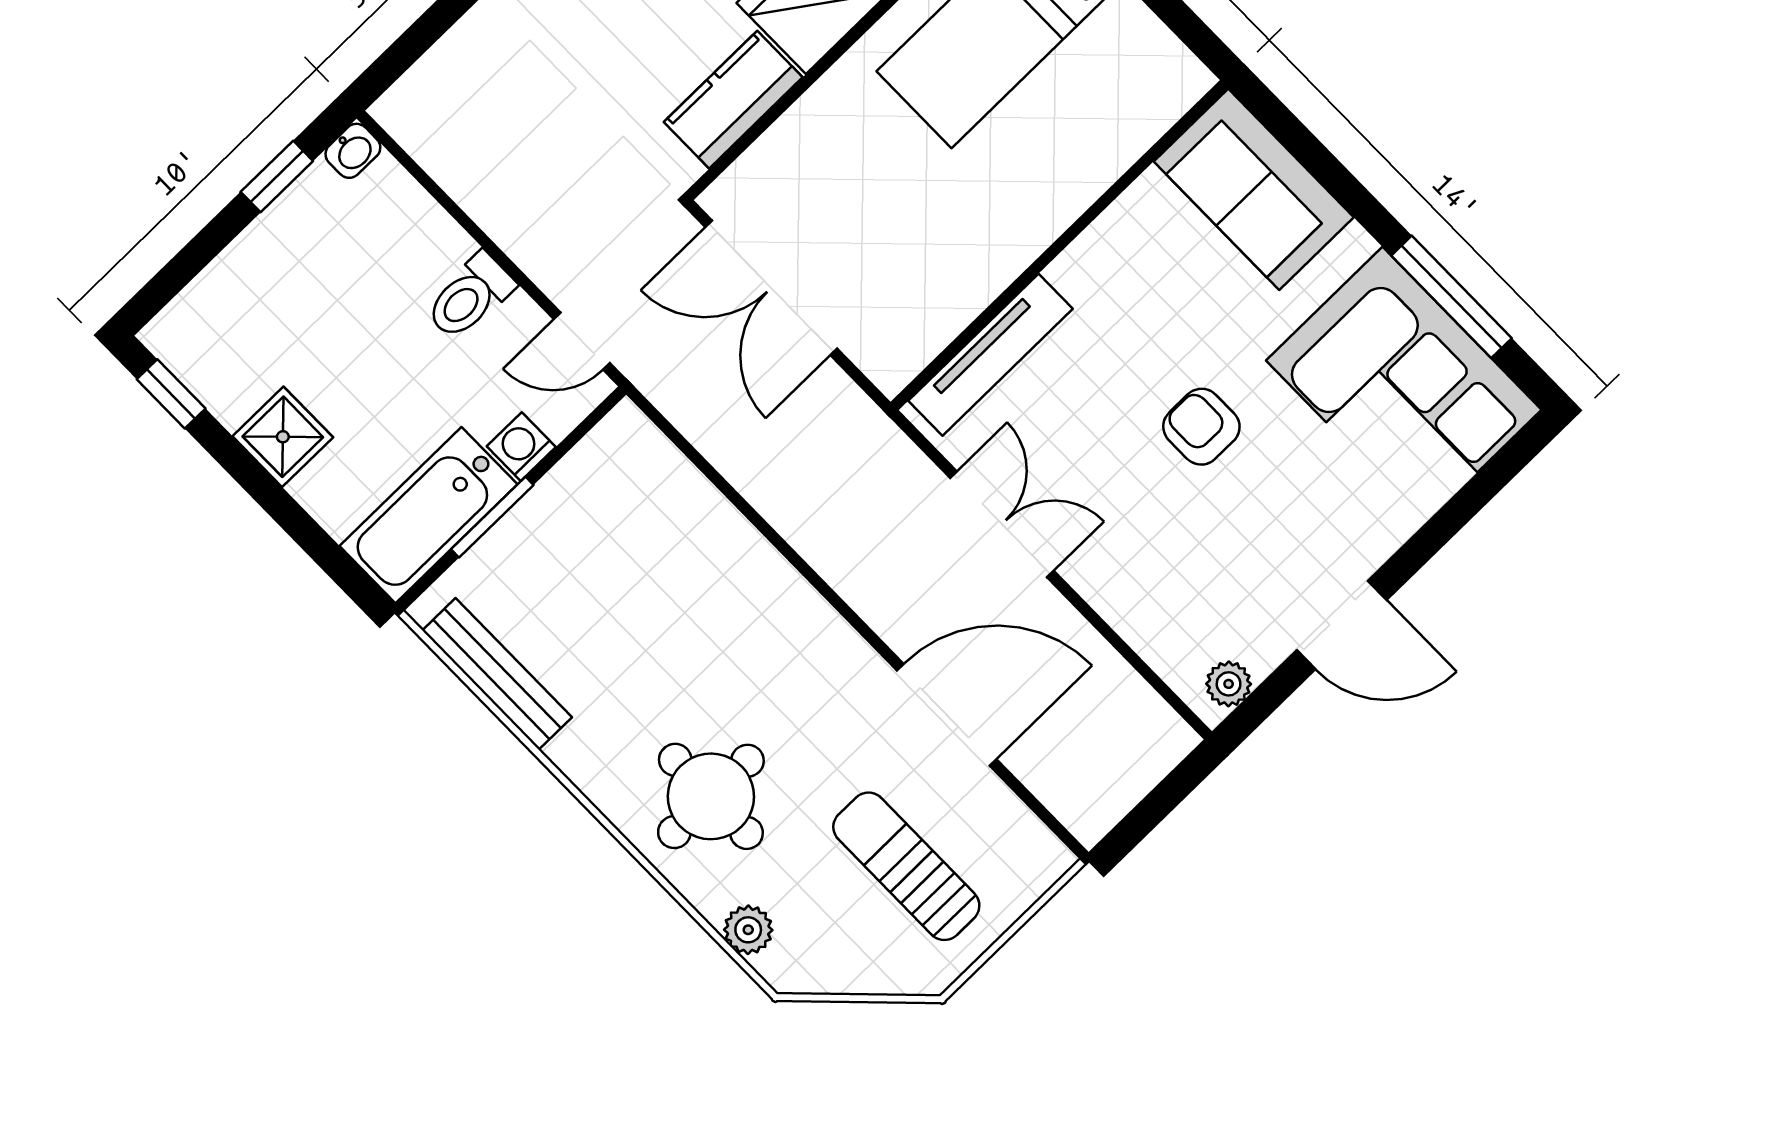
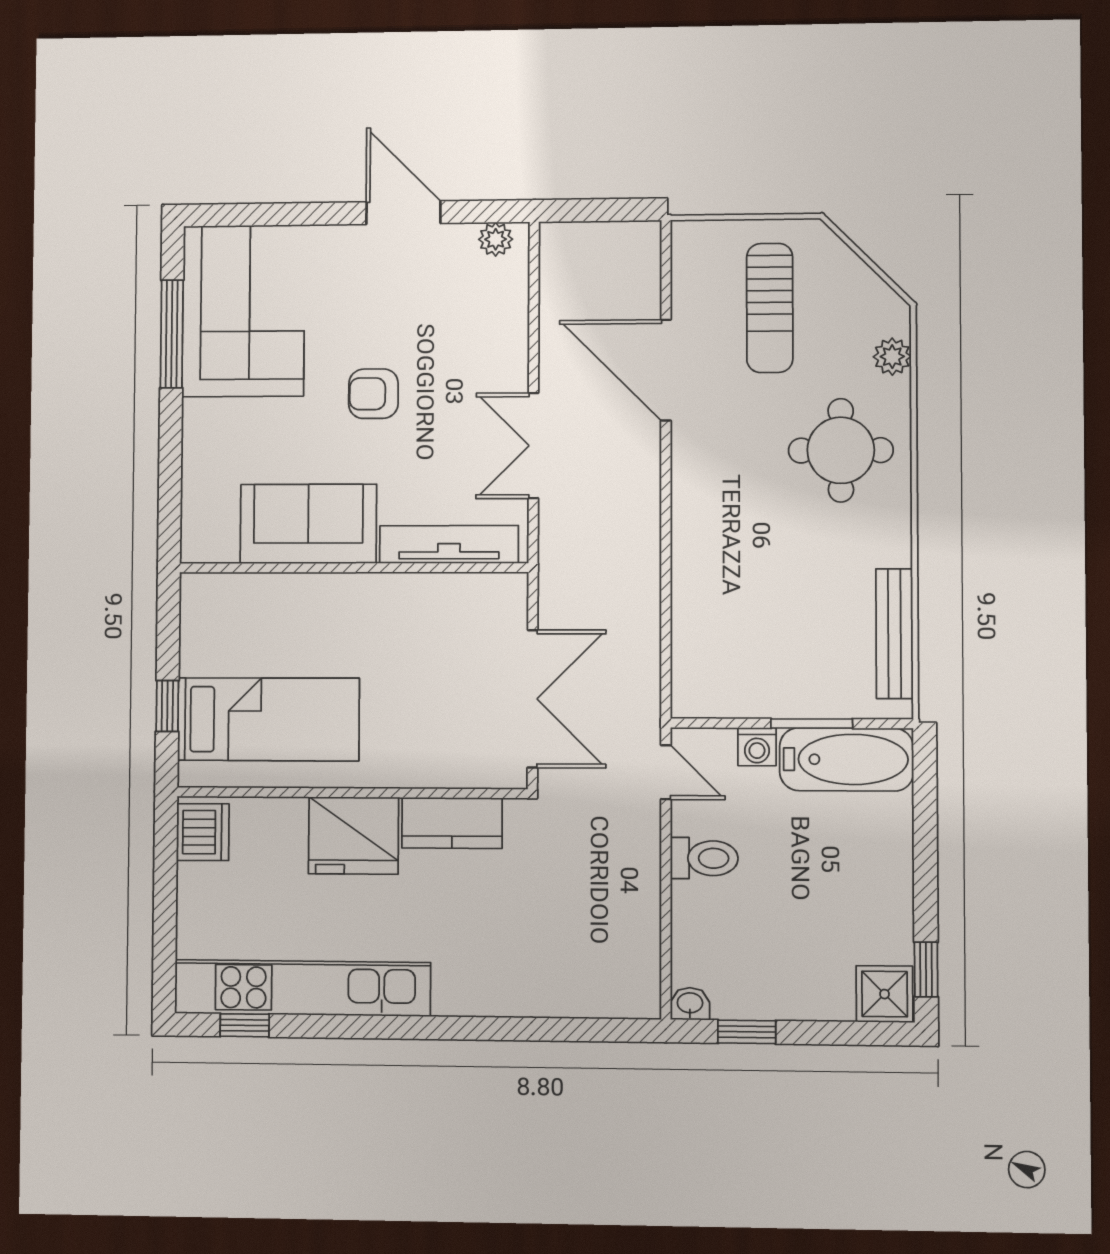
sofa: (1254, 189) -> (308, 524), moved, turned -90
armchair: (1201, 427) -> (373, 394), turned 90
shower: (283, 437) -> (885, 994), moved

